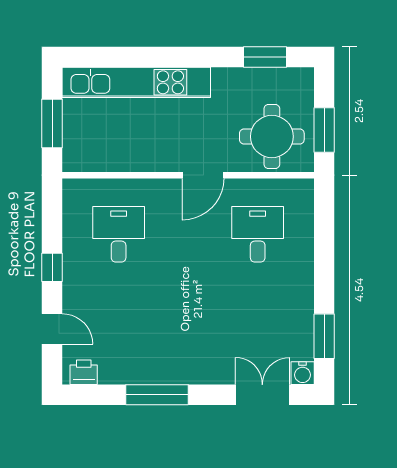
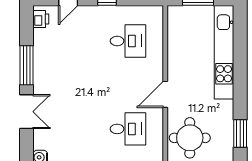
door: (203, 175) -> (165, 94), hinge flipped
double door: (262, 395) -> (27, 112), moved

